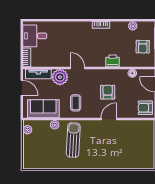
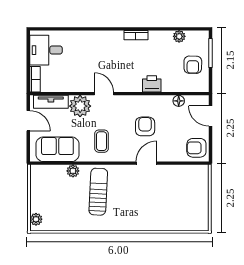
plant: (27, 130) -> (36, 219), moved

